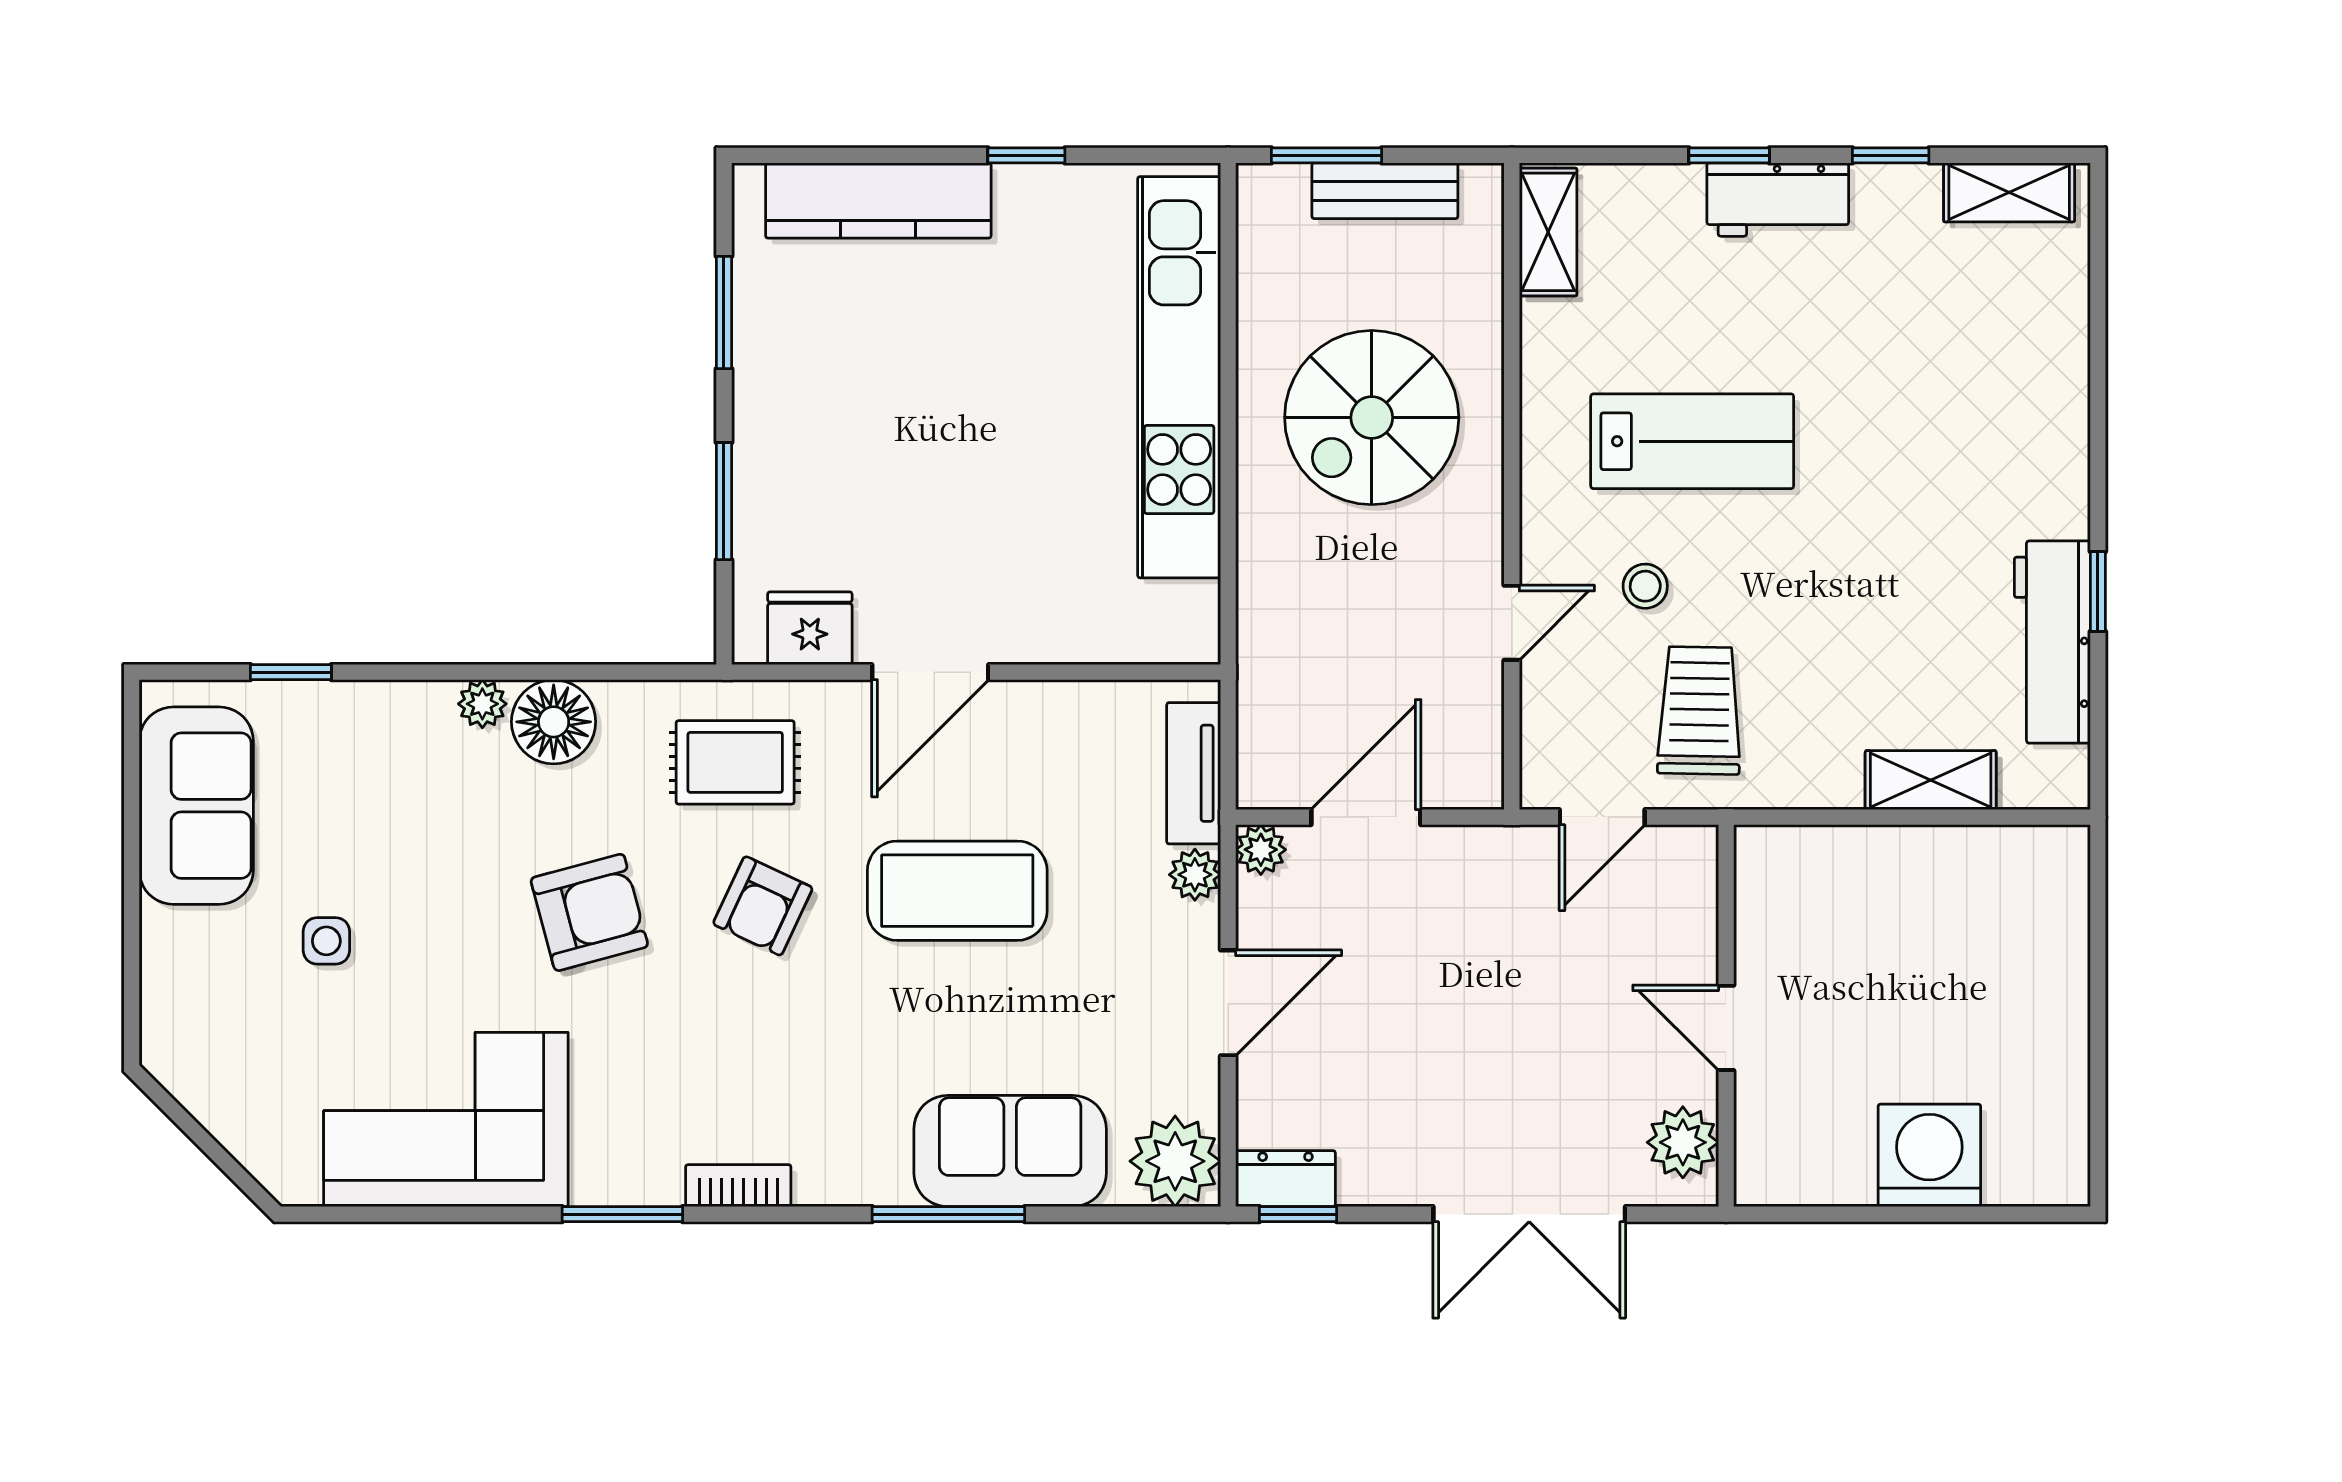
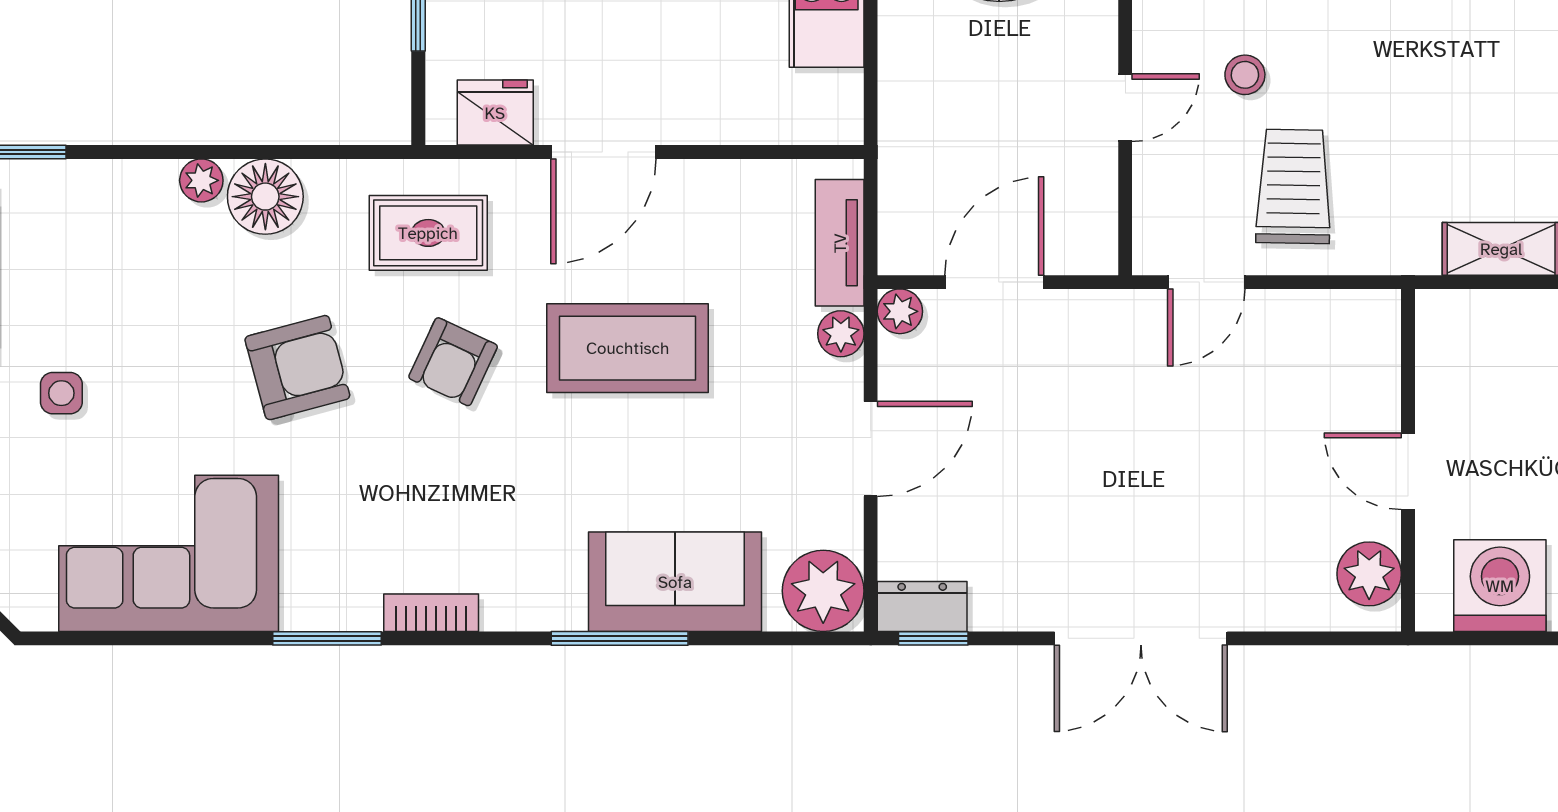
wall: (1726, 1016) -> (1408, 460), moved
door: (1726, 1028) -> (1408, 471), moved
plant: (1683, 1142) -> (1369, 574), moved

